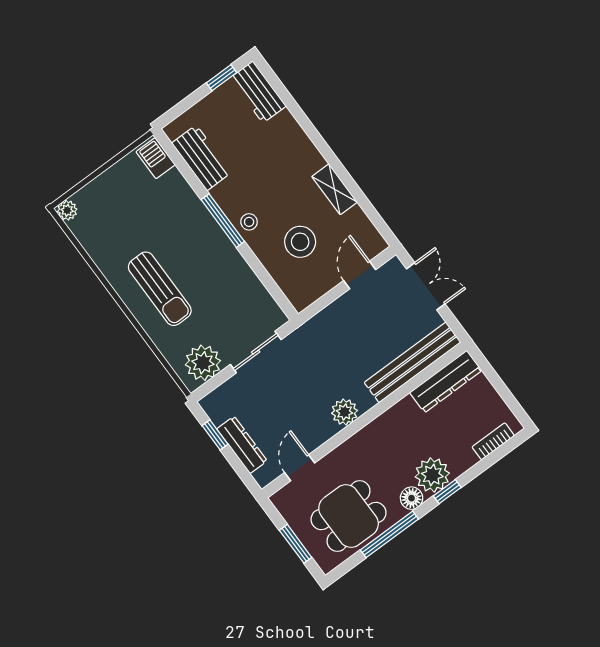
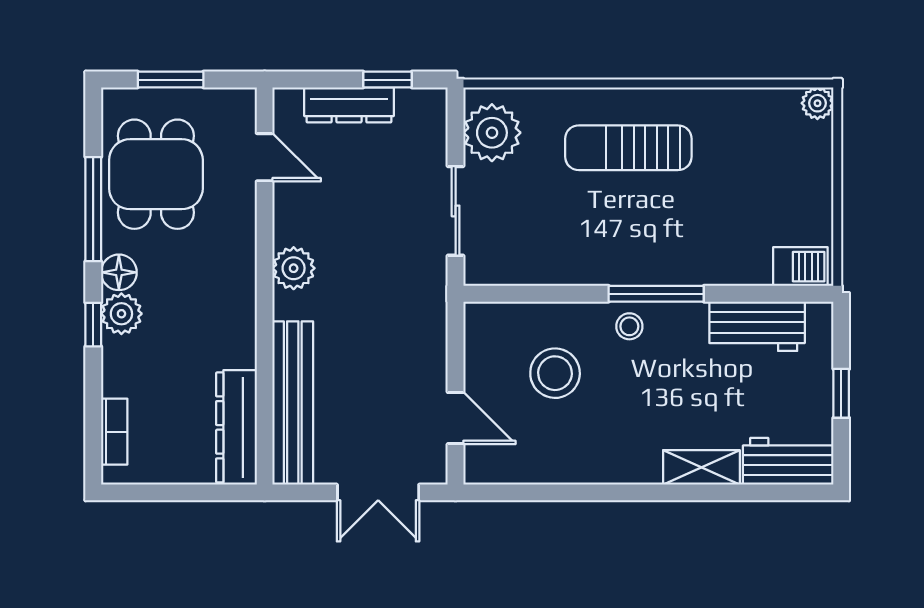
window: (222, 78) -> (841, 393), moved
shelving: (334, 189) -> (701, 467), moved
plant: (432, 475) -> (121, 314), width x0.73, depth x0.73

